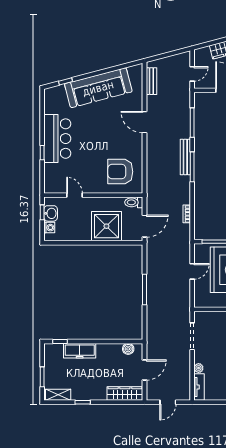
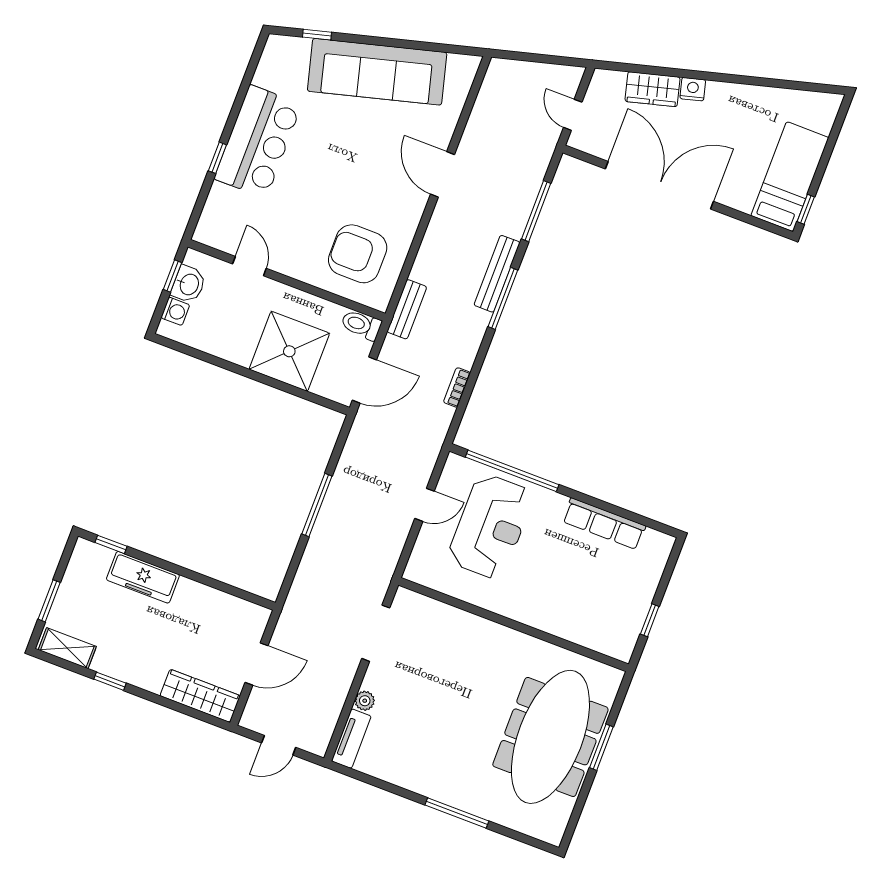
door: (192, 74) -> (573, 115), swing flipped
bench: (151, 81) -> (407, 309), moved
boiler: (128, 349) -> (240, 610), removed

